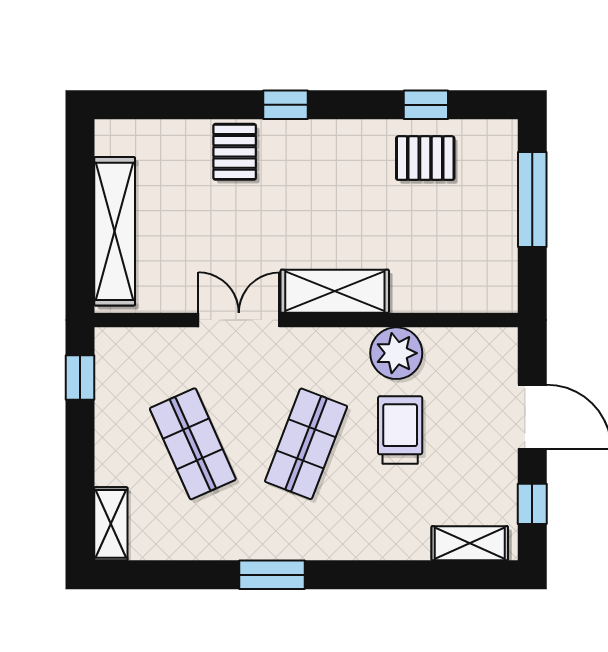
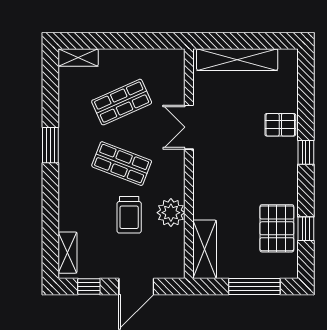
pallet: (425, 158) -> (277, 228), width x1.50, depth x1.42
shelving: (335, 291) -> (205, 249), moved
double door: (239, 320) -> (189, 127), swing flipped
window: (80, 377) -> (158, 41), removed
trolley: (400, 430) -> (129, 215), turned 90

